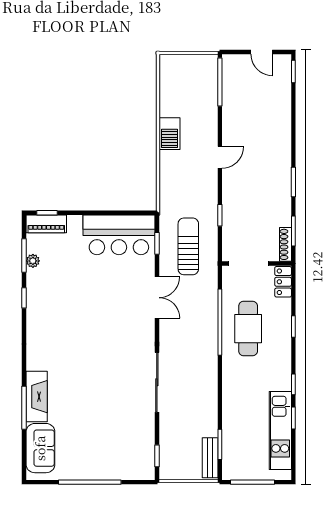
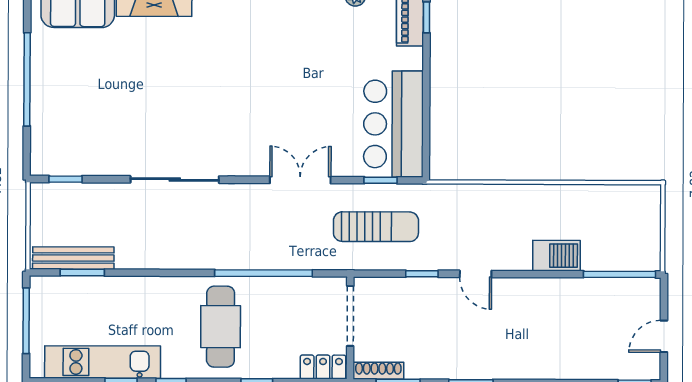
barbecue: (169, 134) -> (556, 256), moved, turned 180
door: (220, 157) -> (476, 274), moved
double door: (157, 298) -> (300, 180), swing flipped
cafe table: (248, 329) -> (221, 327), moved, turned 90
bench: (210, 458) -> (73, 258), width x1.36

